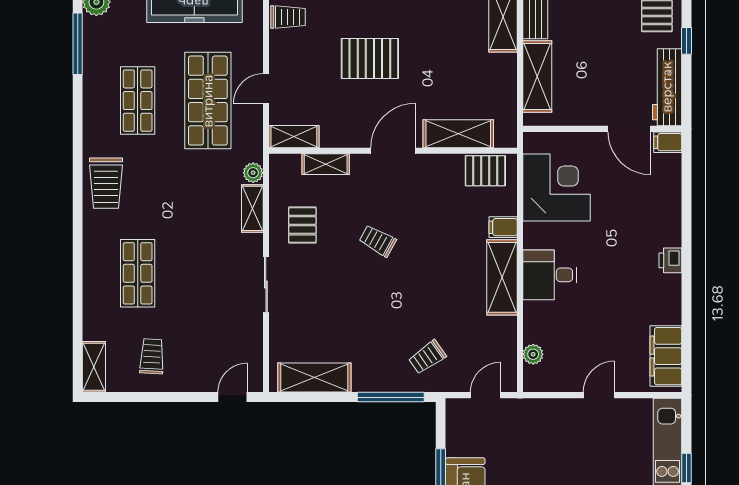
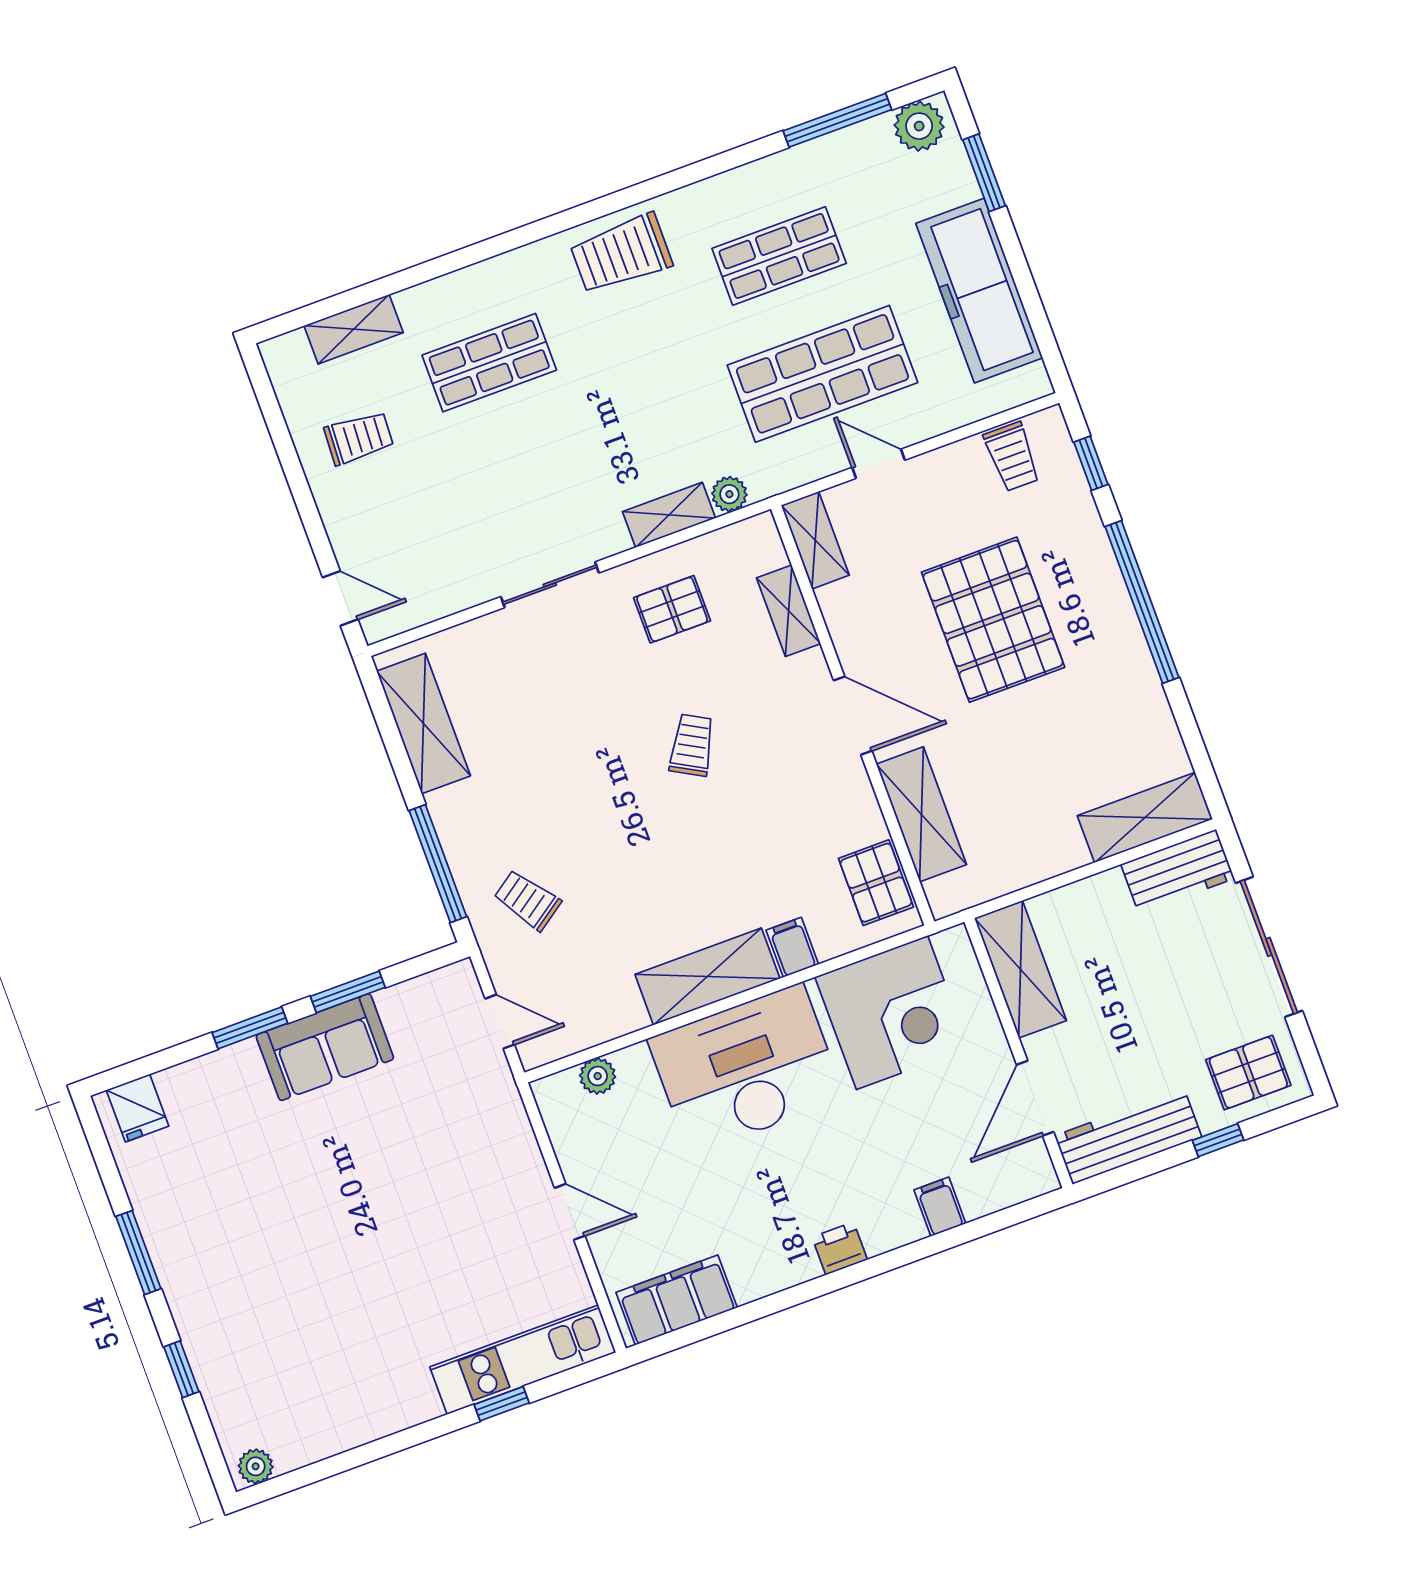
pallet: (370, 59) -> (993, 620), width x1.37, depth x1.41
shelving: (537, 77) -> (1020, 969), moved, turned 90
filing cabinet: (668, 142) -> (940, 1207), moved
desk: (550, 275) -> (746, 1069), width x1.87, depth x1.30
shelving: (94, 367) -> (354, 329), moved

